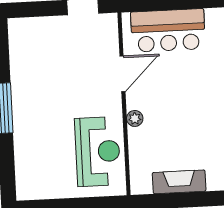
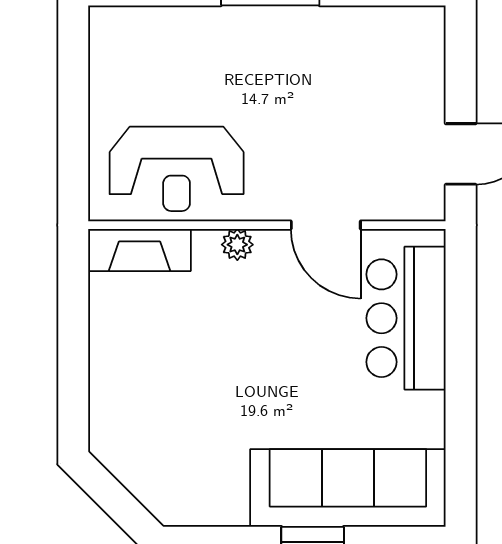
fireplace: (179, 182) -> (139, 250), moved, turned 90

